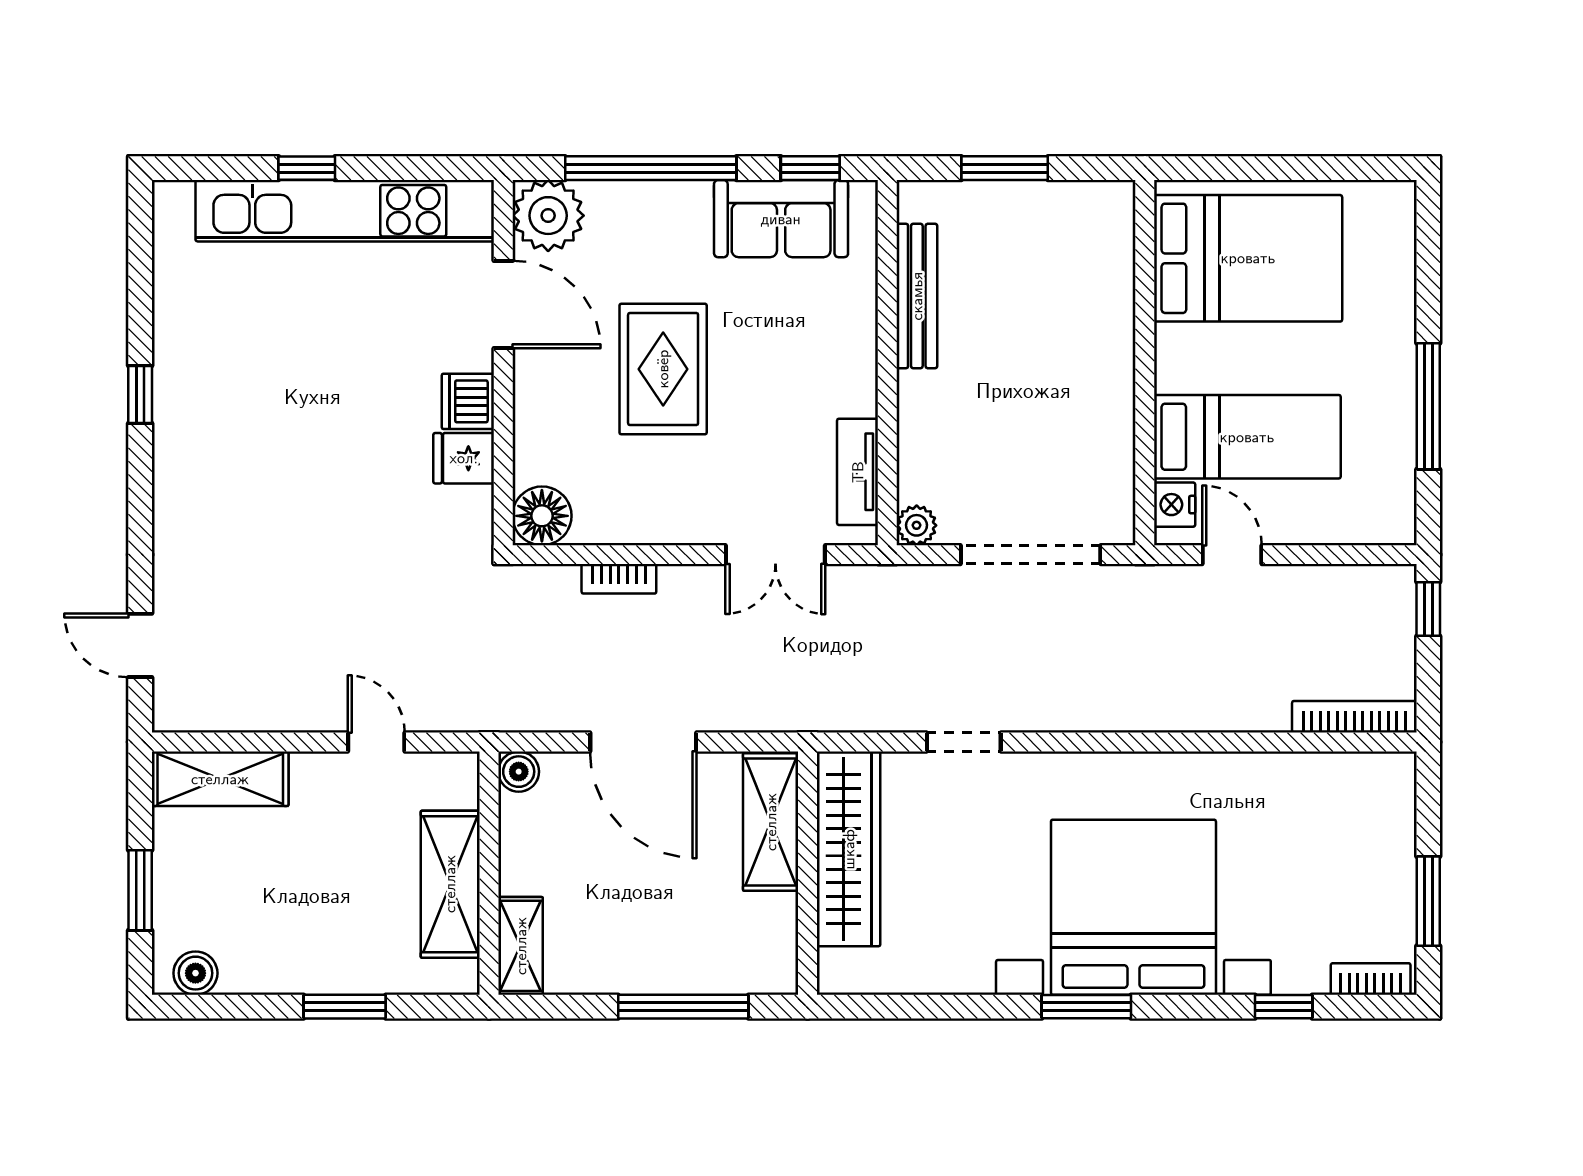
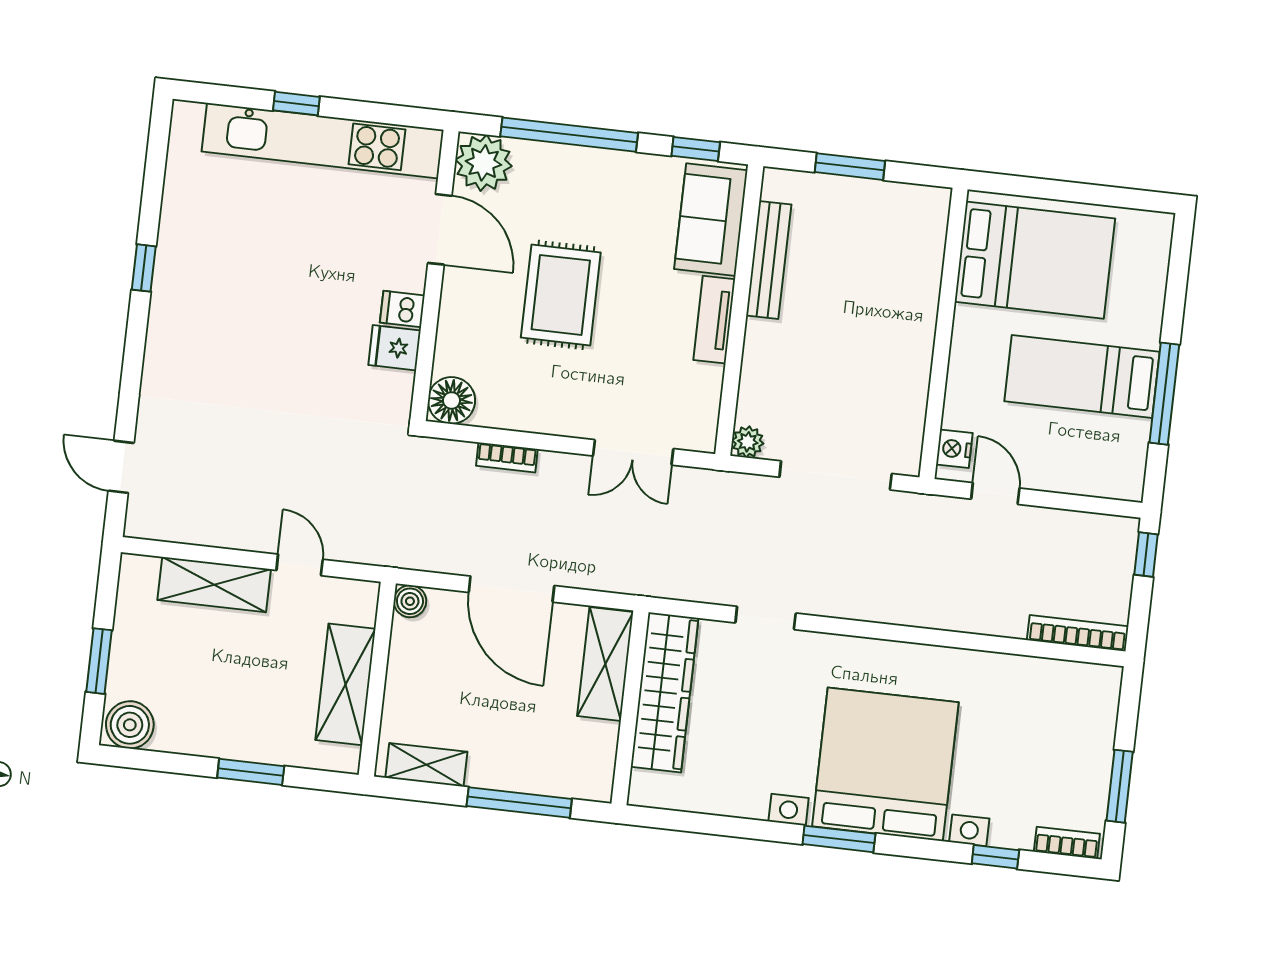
sofa: (781, 219) -> (711, 220), moved, turned 90
dishwasher: (468, 401) -> (402, 309), width x0.73
bed: (1247, 437) -> (1082, 376), moved, turned 180
tv unit: (858, 472) -> (714, 320), moved
shelving: (220, 779) -> (214, 585), moved
shelving: (521, 946) -> (426, 765), moved, turned 90
boiler: (195, 973) -> (130, 725), width x1.36, depth x1.36

